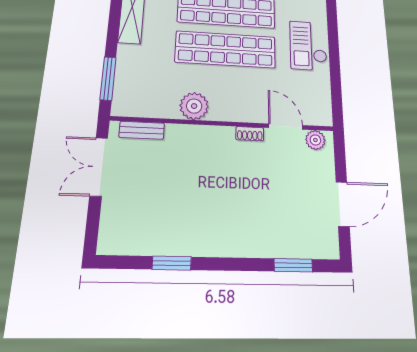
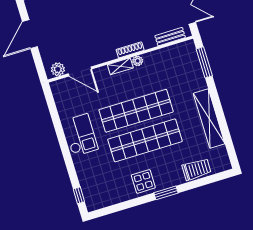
plant: (194, 106) -> (138, 61), width x0.53, depth x0.53
shelving: (227, 114) -> (120, 66), added
shoe rack: (250, 134) -> (130, 50), moved, width x1.43

